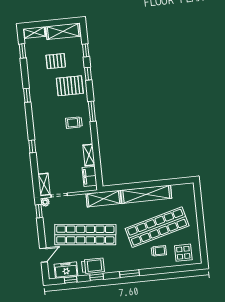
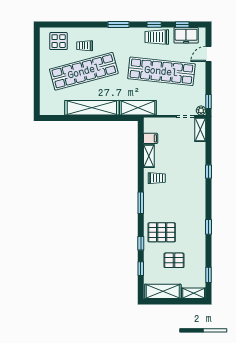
trolley: (74, 123) -> (157, 178), moved
filing cabinet: (89, 176) -> (151, 138), width x0.50

